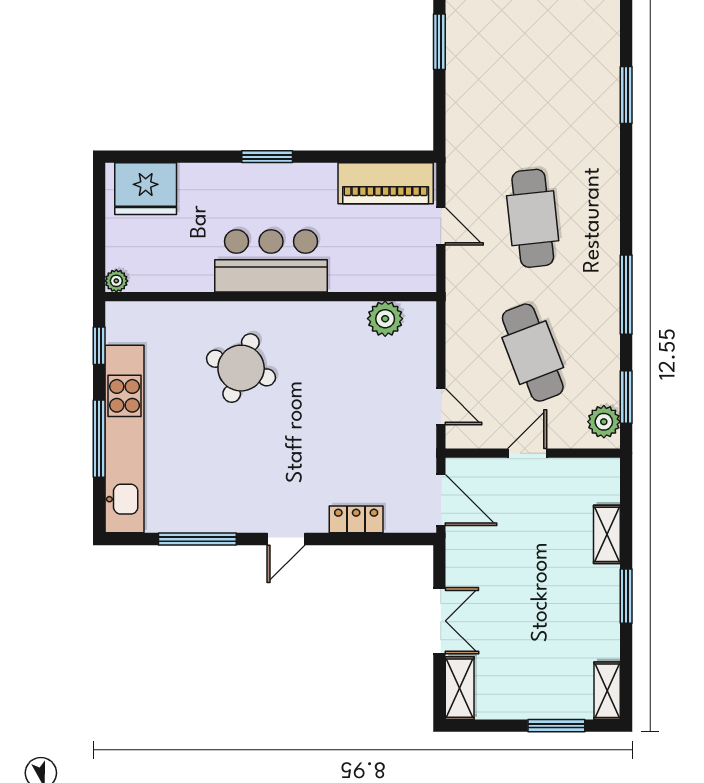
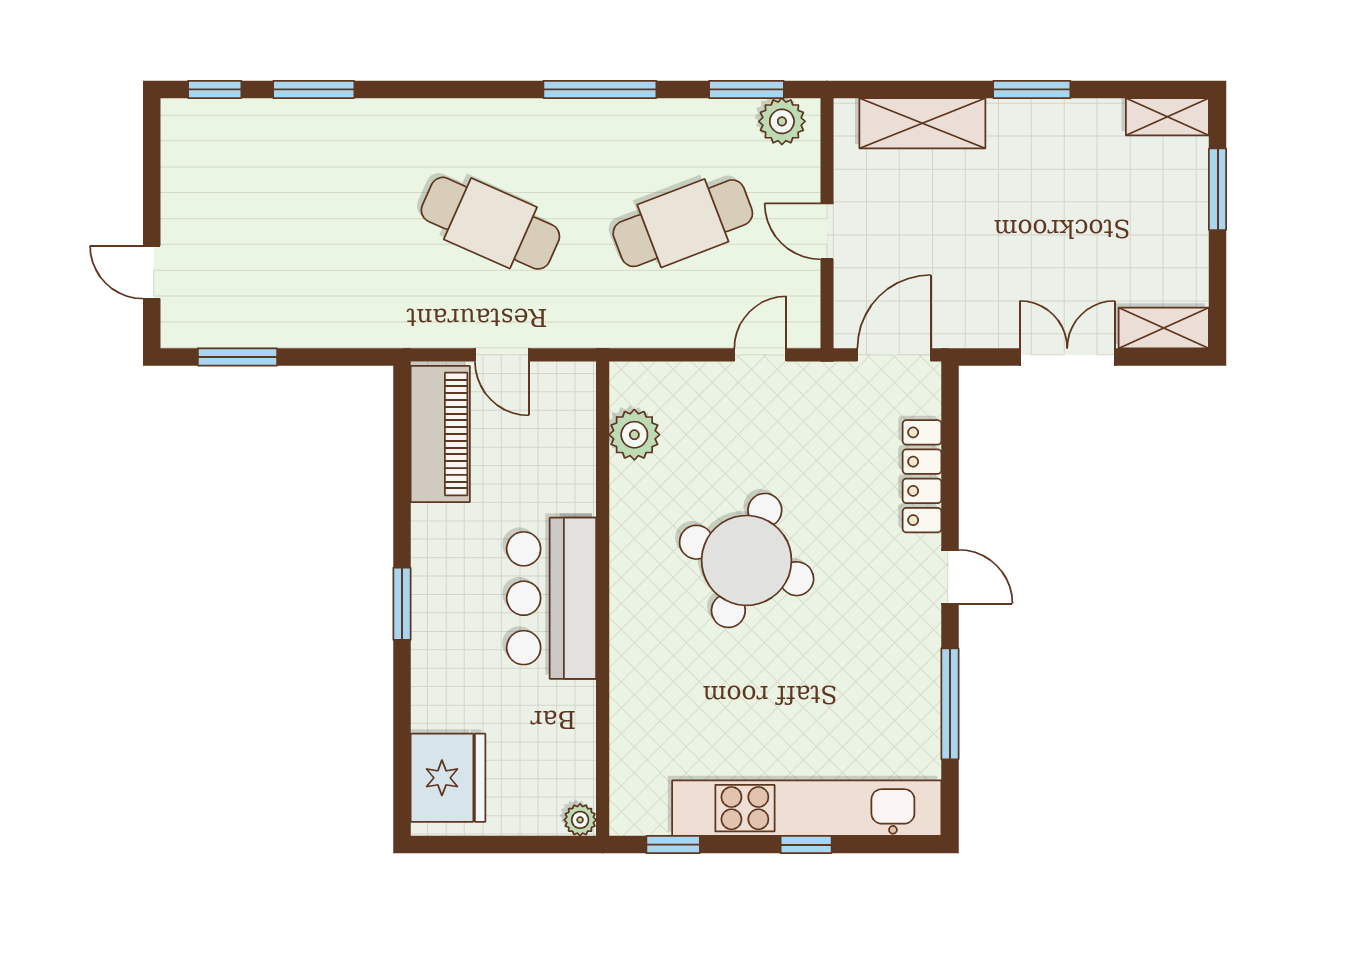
window: (626, 26) -> (215, 89), added
cafe table: (533, 218) -> (490, 223), turned 30
door: (441, 226) -> (502, 355), swing flipped
round table: (241, 368) -> (747, 560), moved, width x1.36, depth x1.36
window: (99, 439) -> (806, 845), width x0.46
locker: (356, 519) -> (922, 476), width x1.53
shelving: (607, 534) -> (922, 123), width x1.50, depth x1.33

